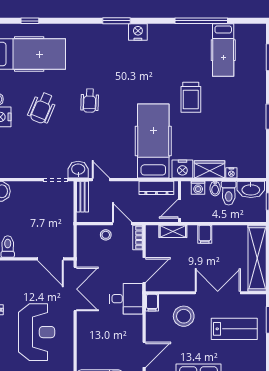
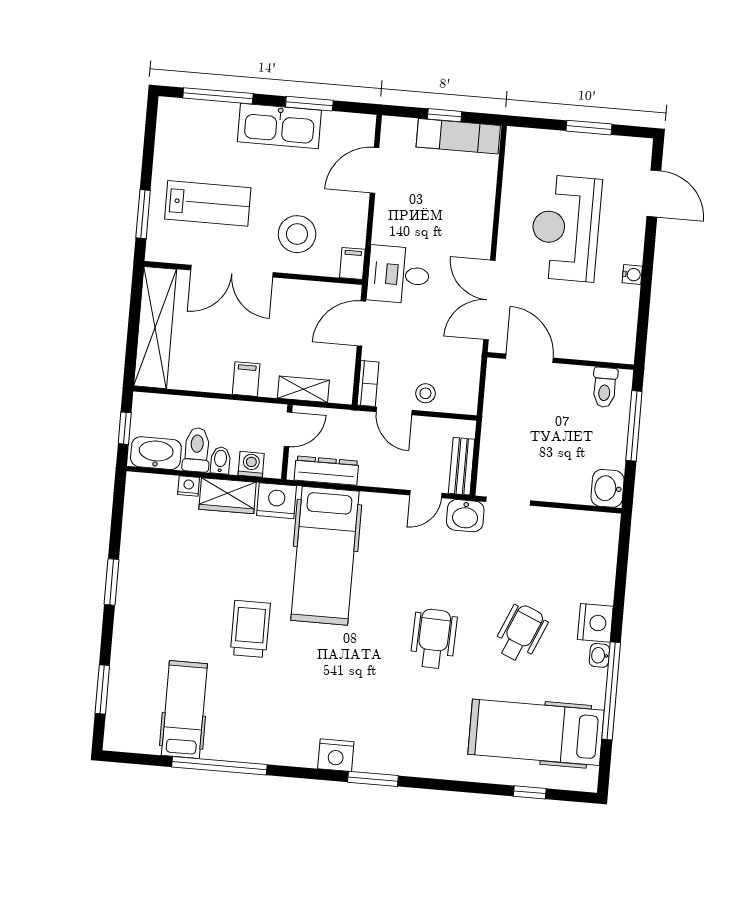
wheelchair: (90, 101) -> (434, 639), width x1.36, depth x1.37
door: (101, 180) -> (426, 494), hinge flipped
lab bench: (234, 329) -> (208, 203), turned 180

